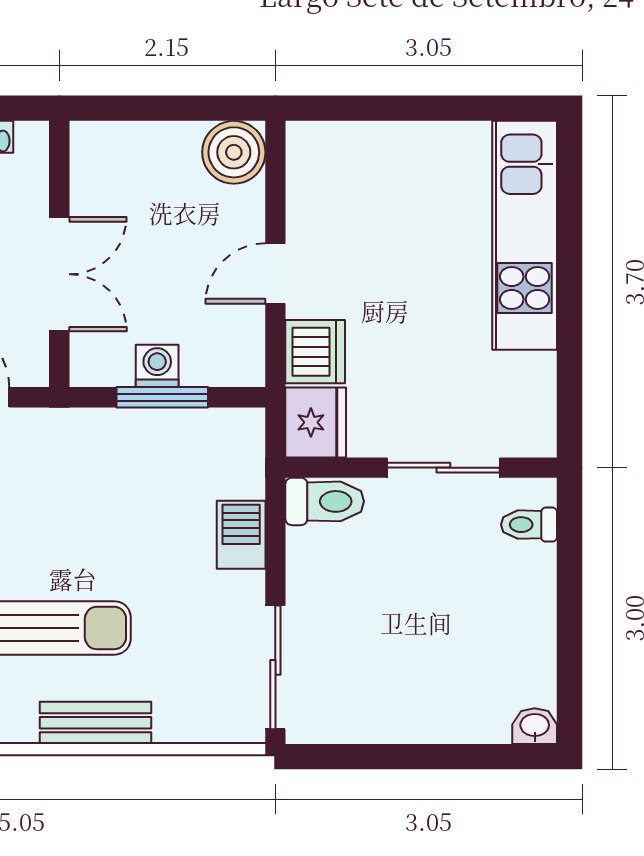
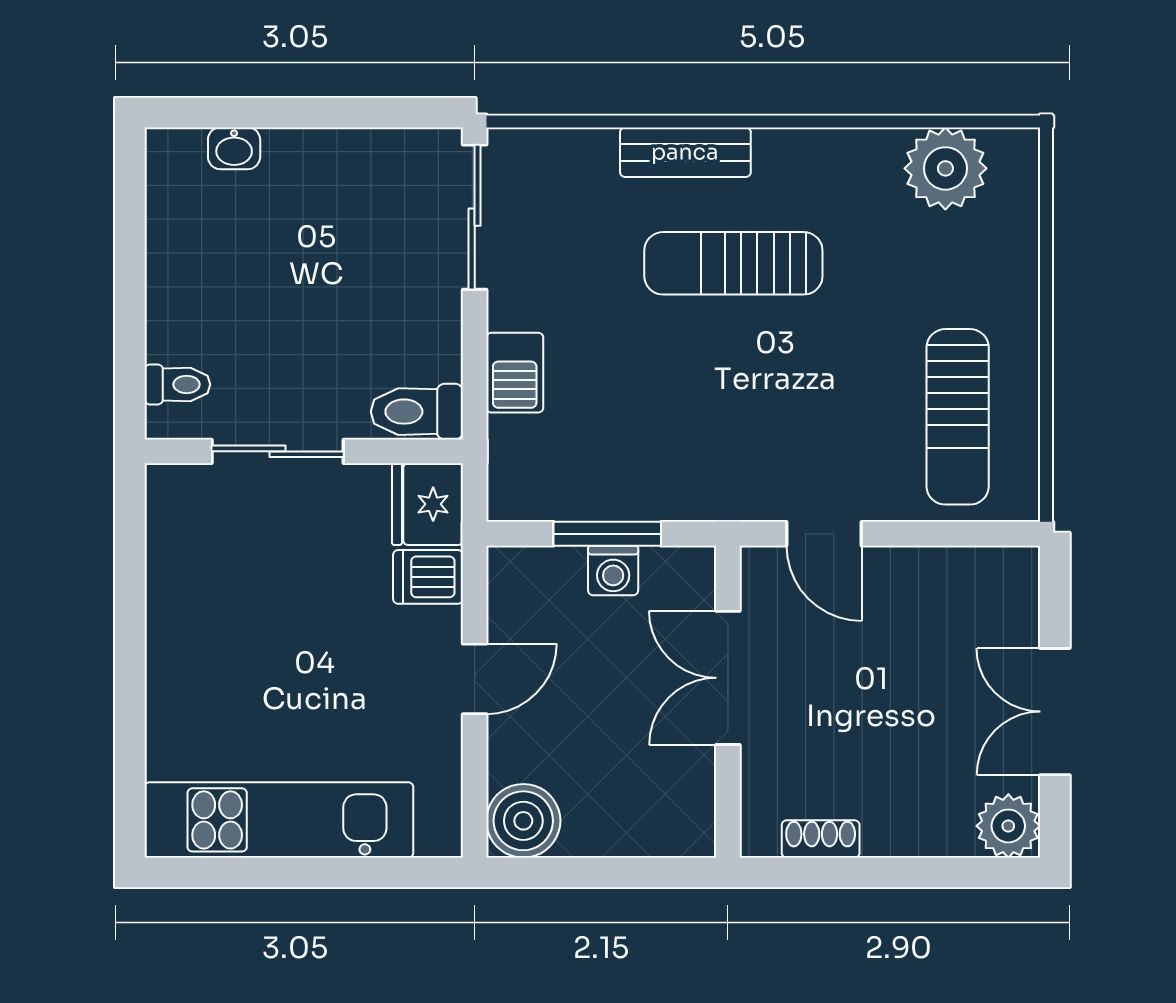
kitchen unit: (525, 235) -> (279, 820), moved, turned -90
dishwasher: (315, 352) -> (428, 577), width x0.73
washbasin: (535, 726) -> (234, 148), moved

